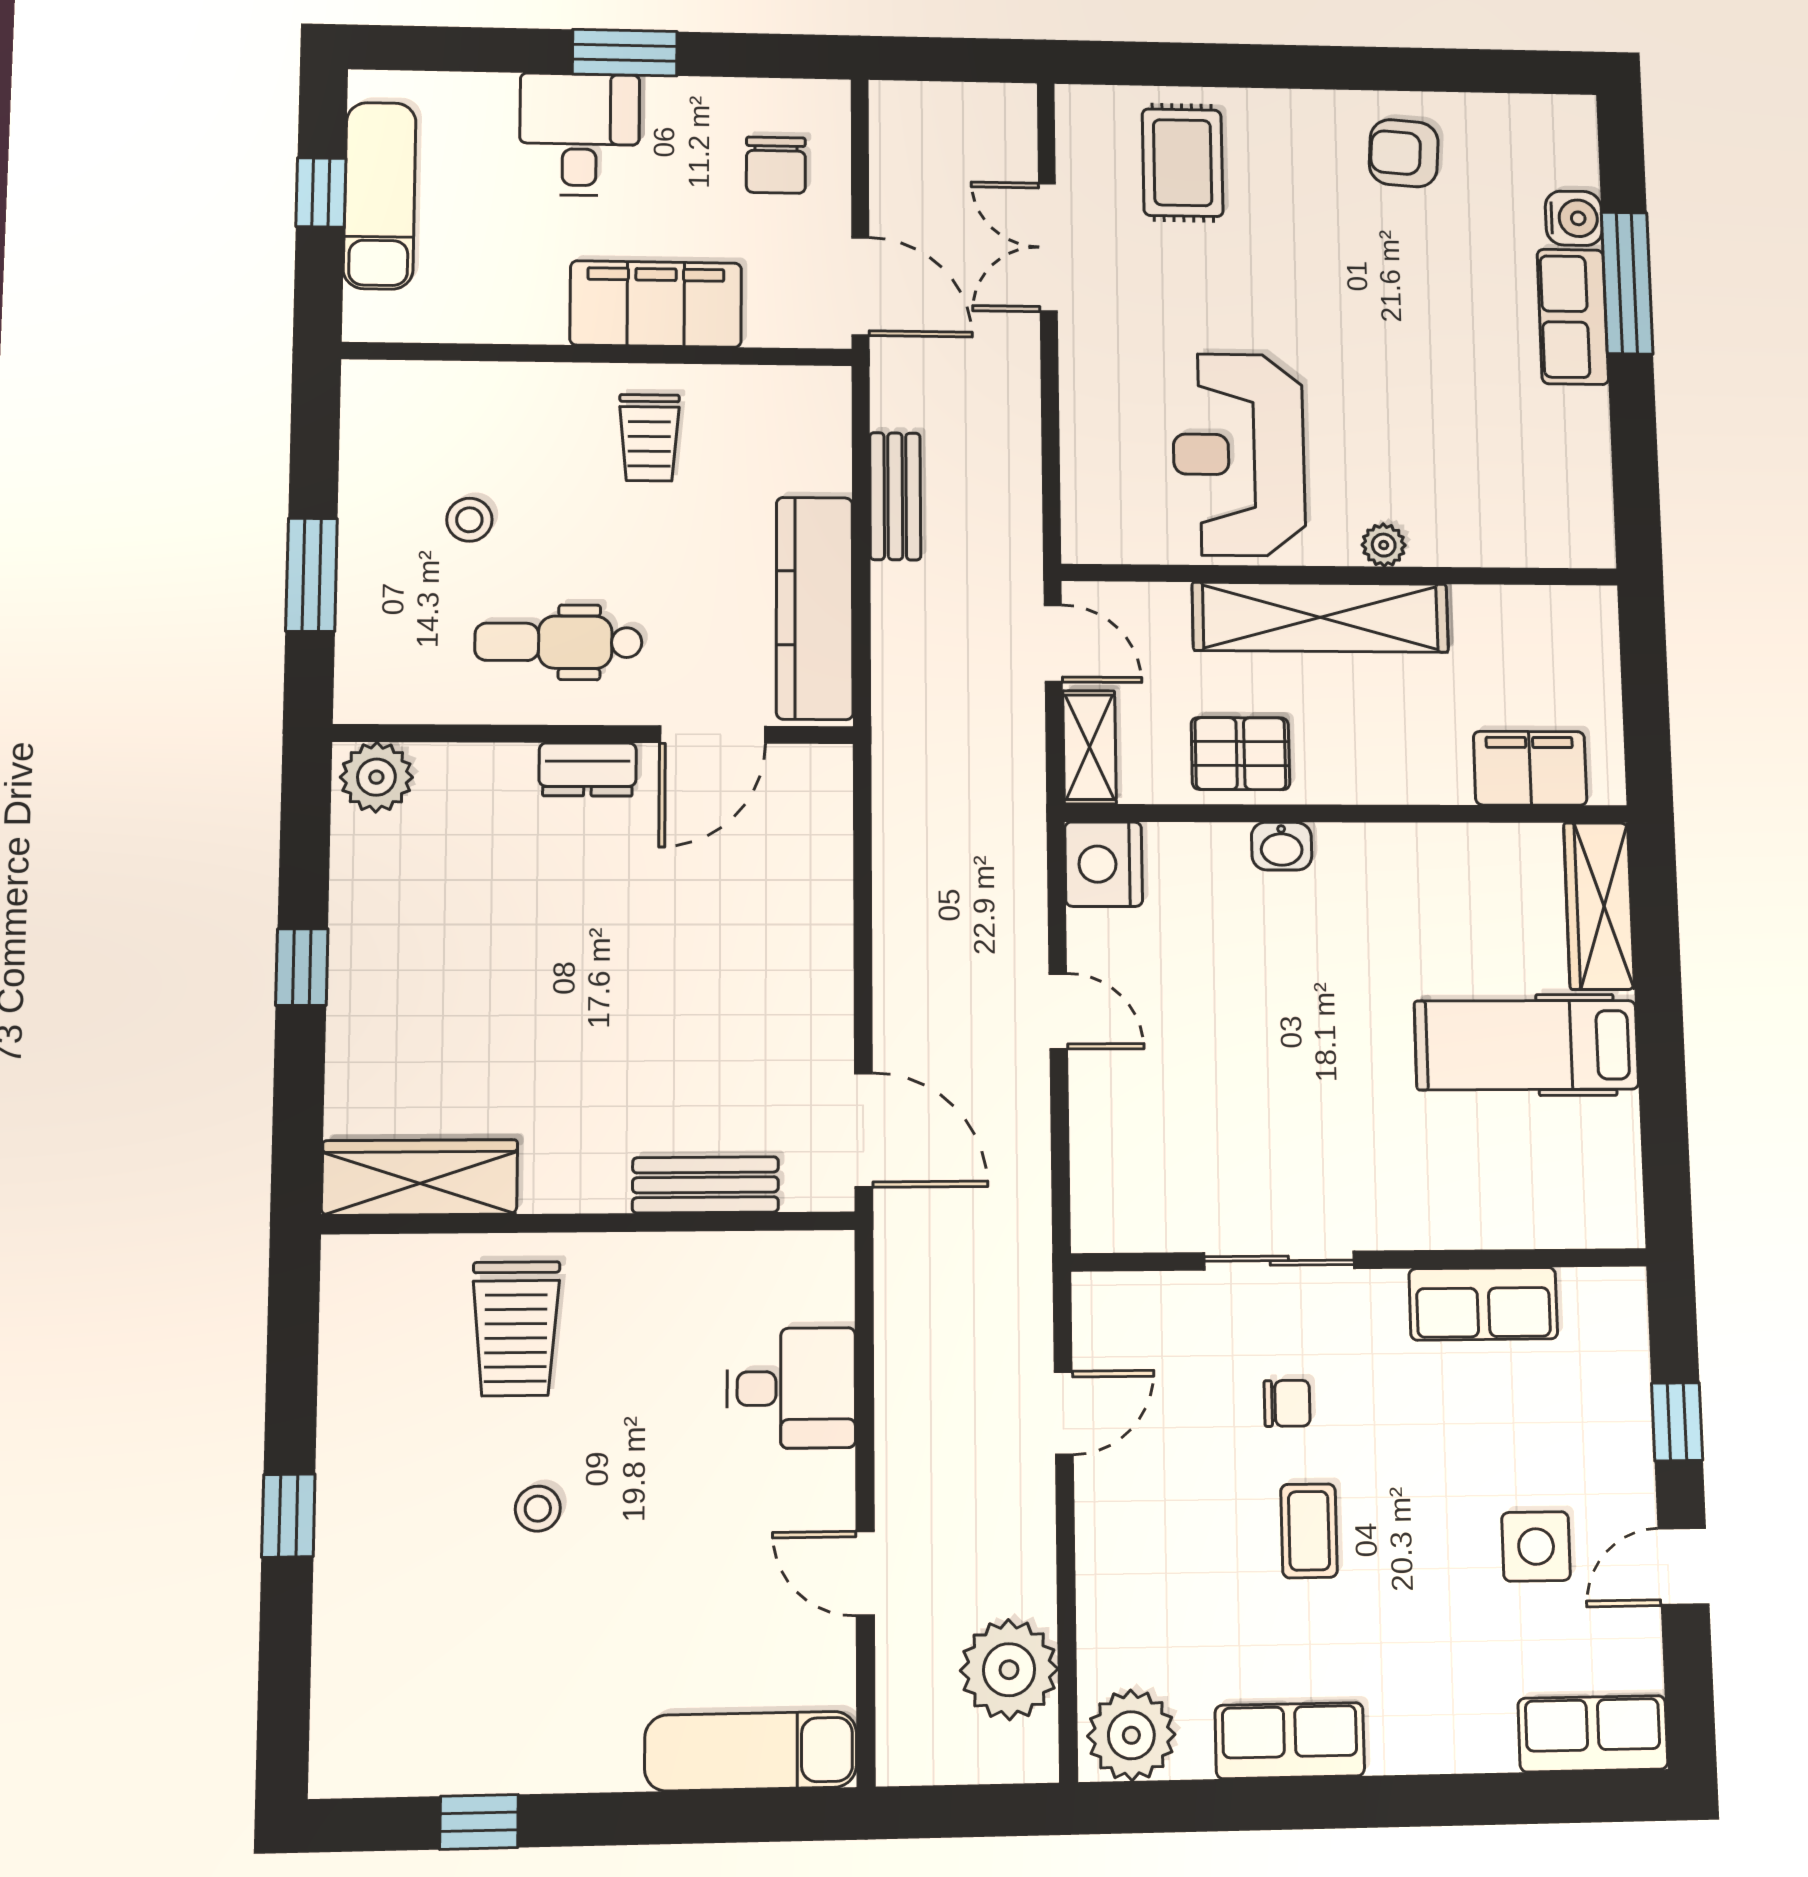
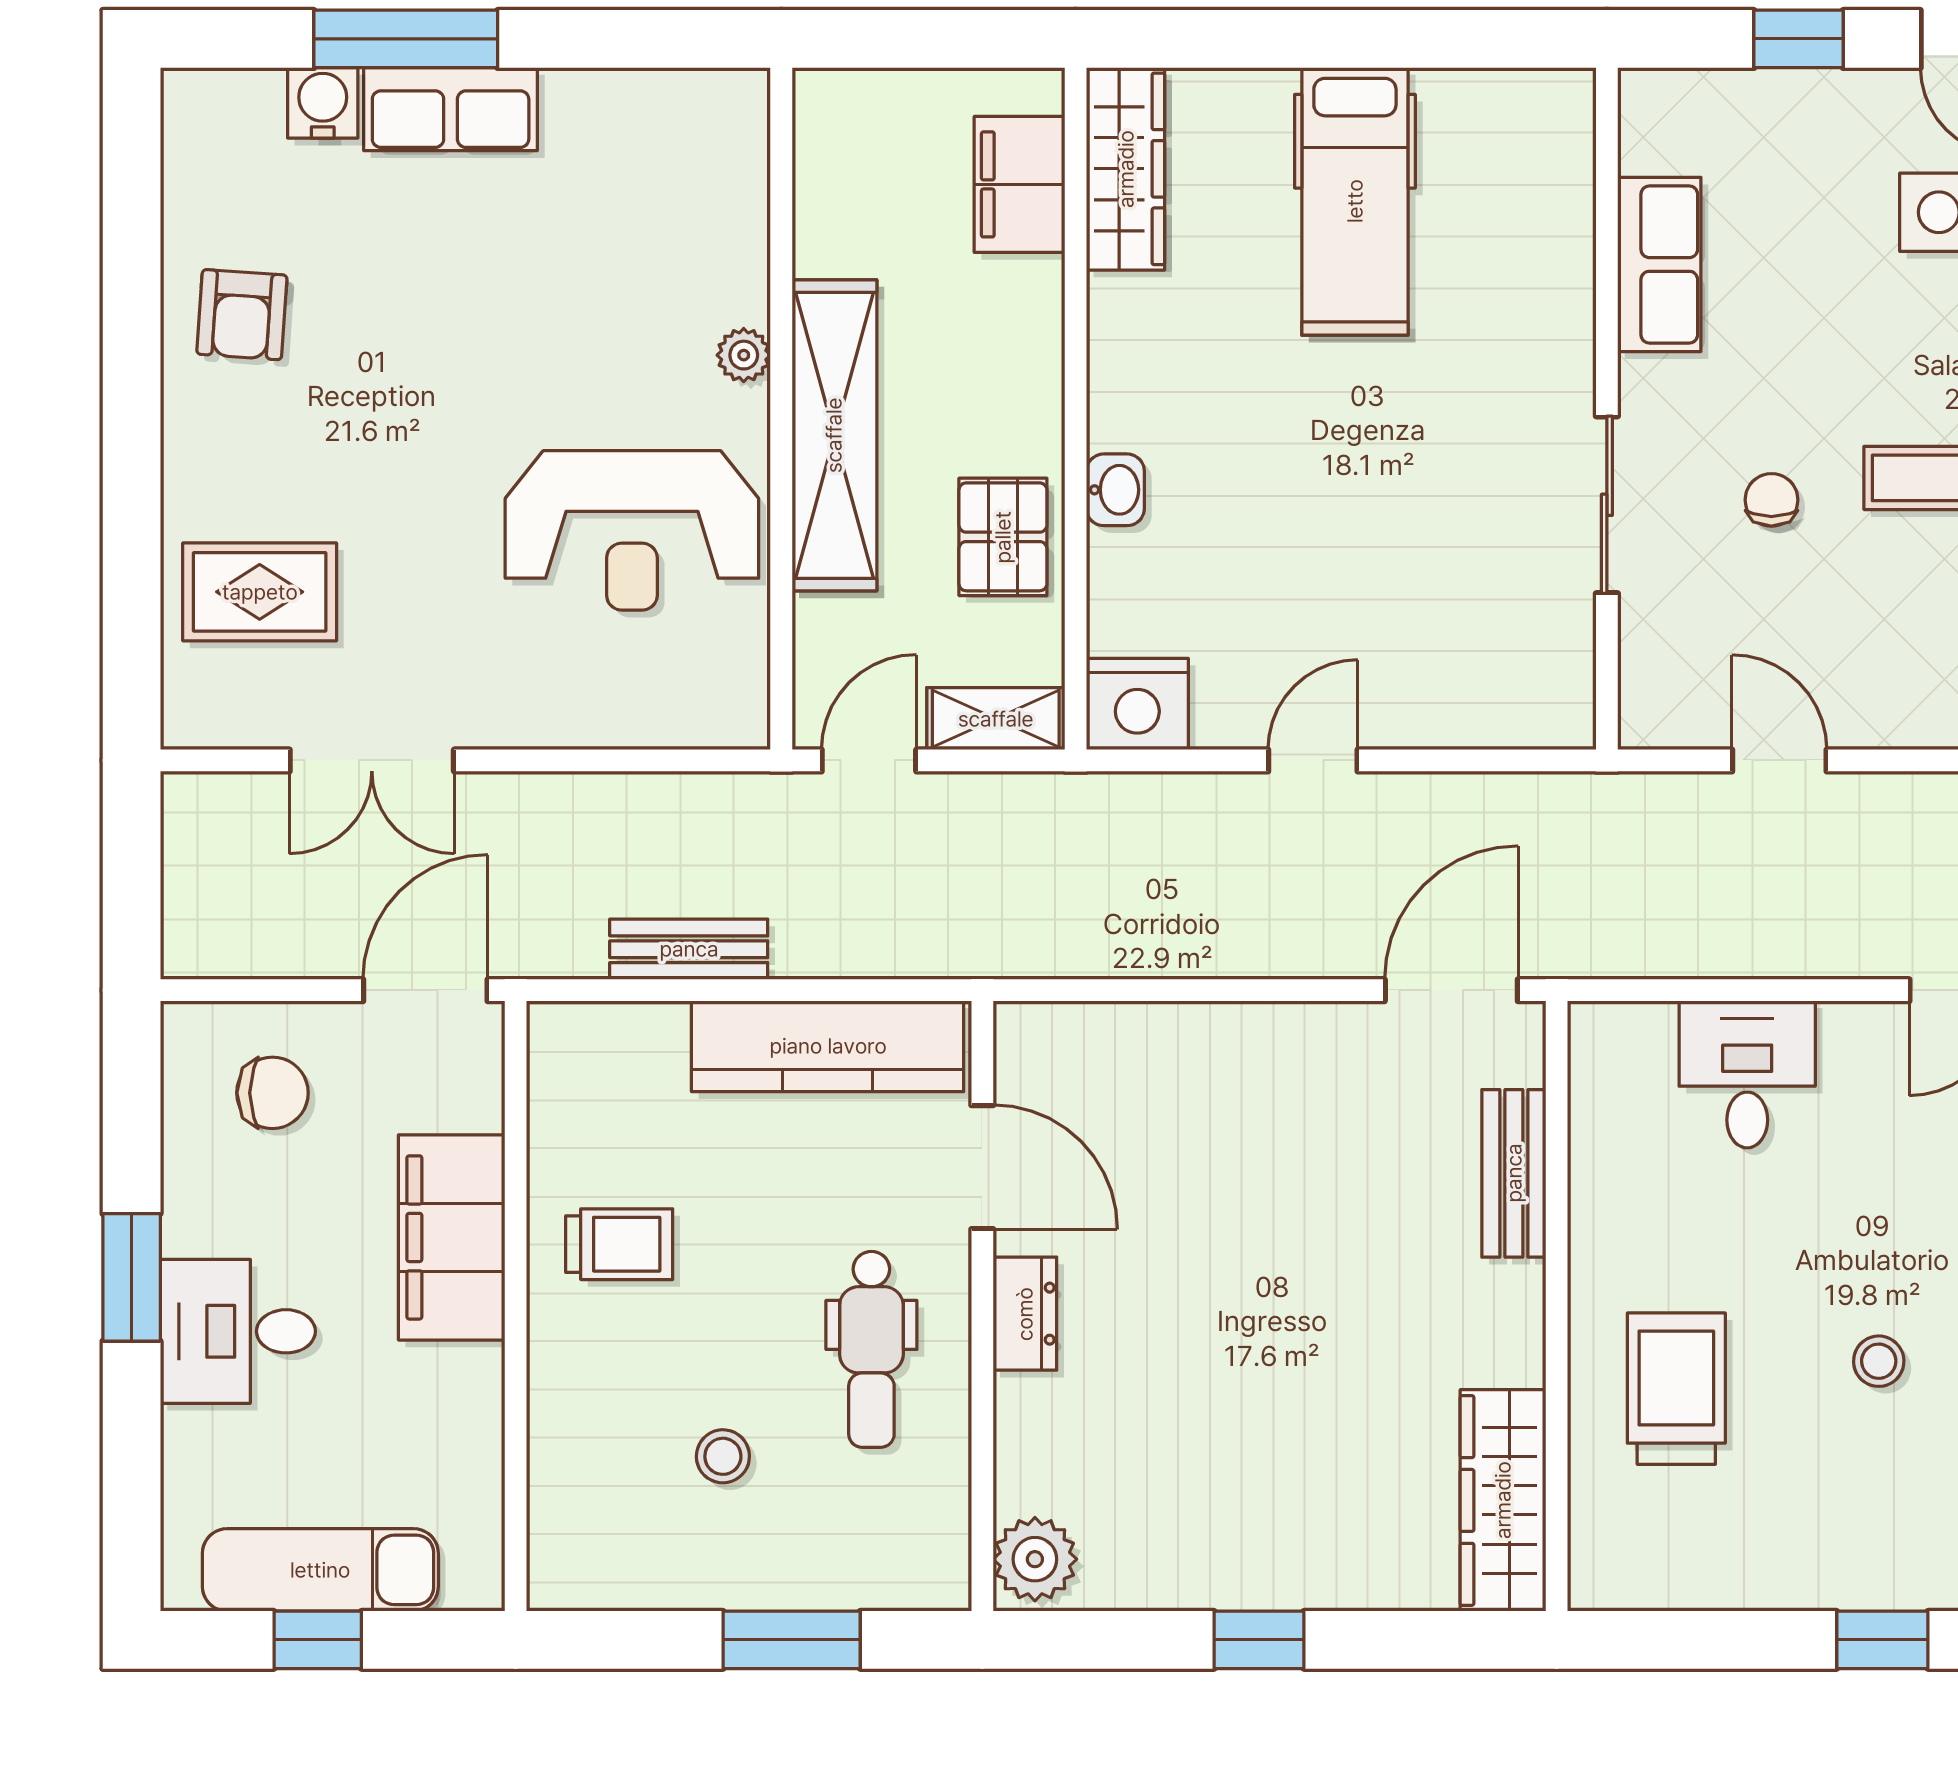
wardrobe: (1599, 906) -> (1126, 169), moved, turned -90
trolley: (516, 1329) -> (1676, 1389), turned -90

